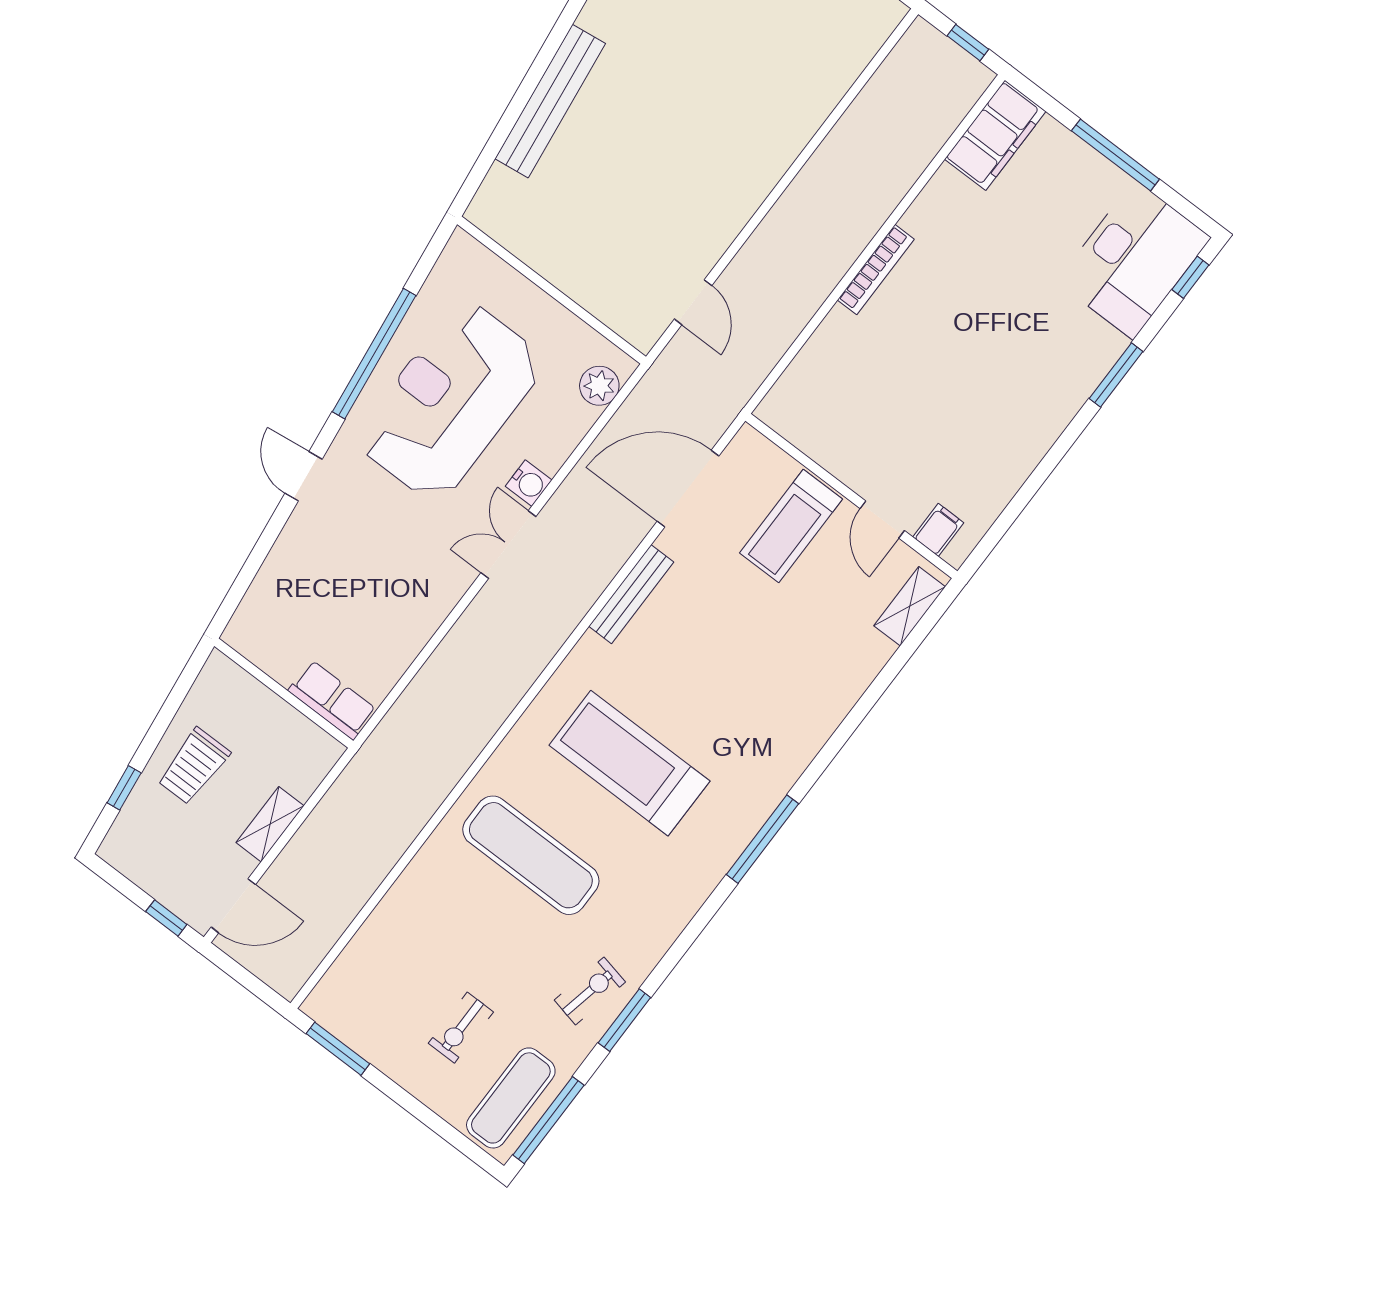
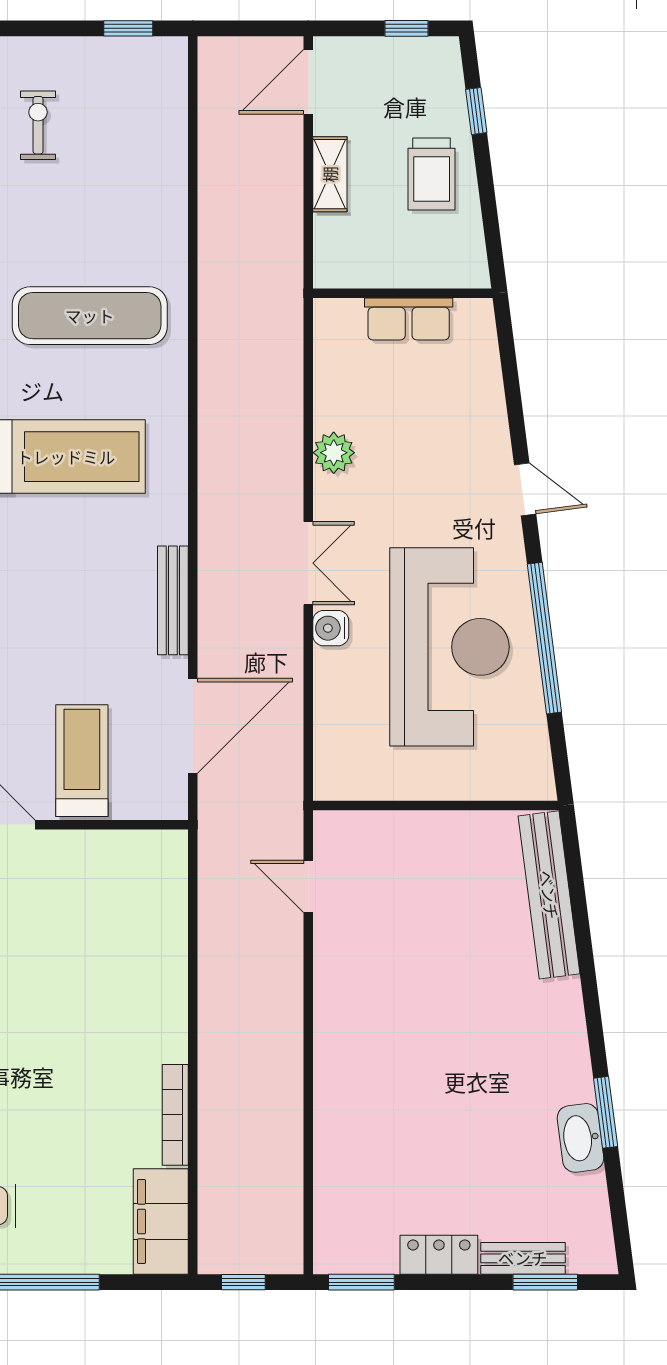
bench: (550, 101) -> (549, 895), moved
bookcase: (876, 270) -> (175, 1115), moved
plant: (599, 386) -> (334, 453), moved
row of seats: (332, 700) -> (409, 319), moved
trolley: (194, 766) -> (432, 174), turned 180
window: (166, 918) -> (407, 28), moved
window: (338, 1049) -> (128, 28), width x0.67

